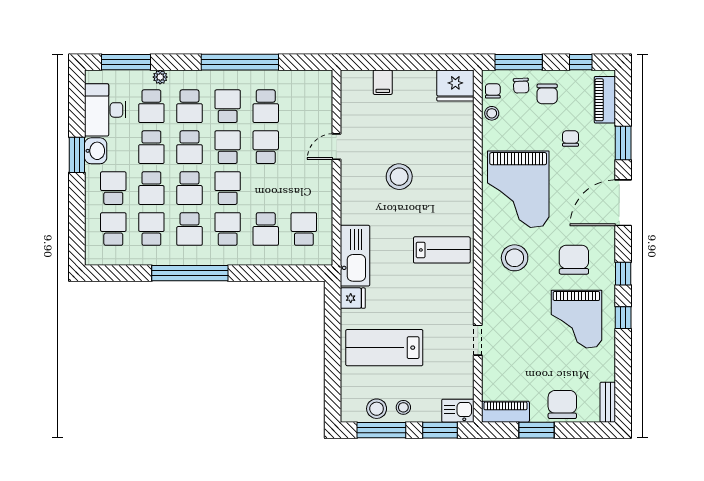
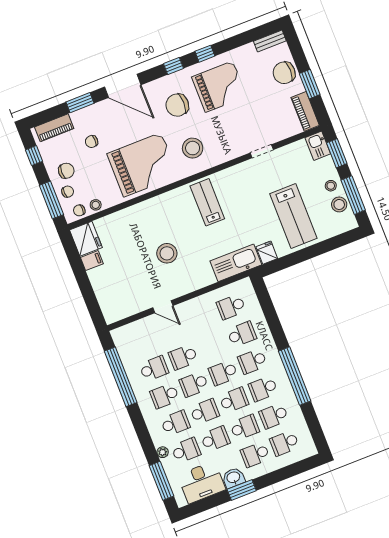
window: (240, 62) -> (121, 377), moved
filing cabinet: (383, 82) -> (92, 261), moved
school desk: (190, 229) -> (263, 389), turned 180

